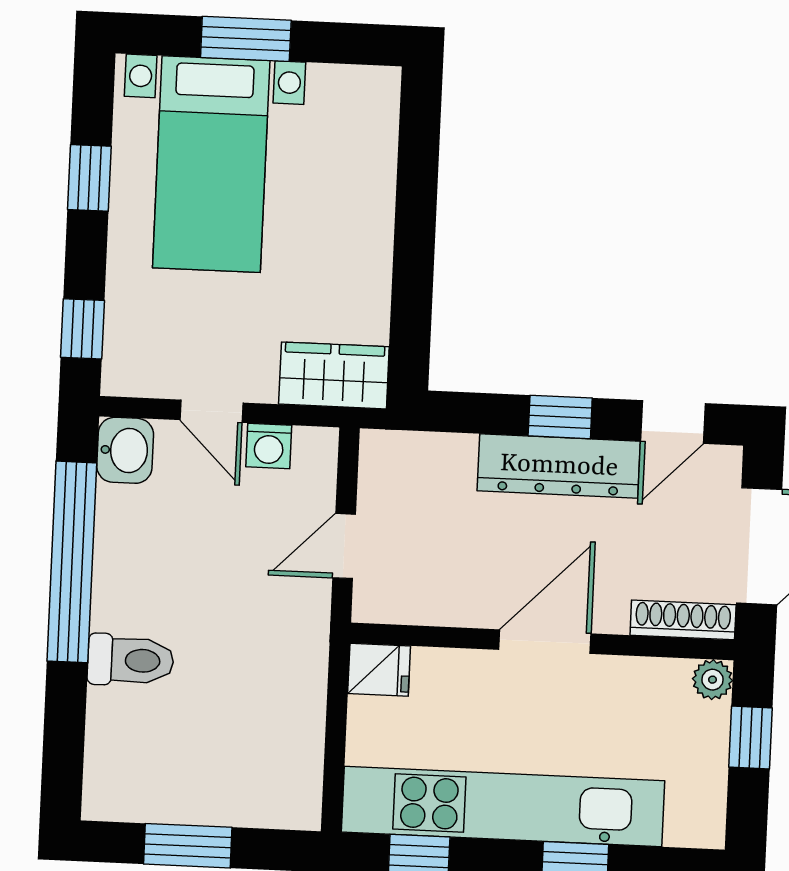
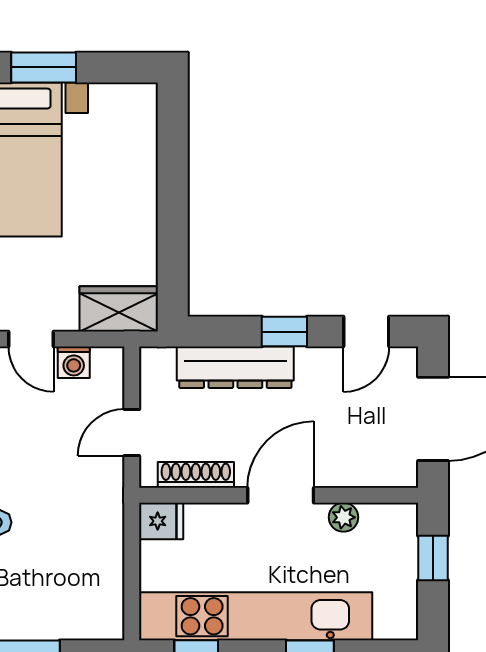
dresser: (559, 466) -> (235, 367), moved
shoe rack: (683, 620) -> (196, 475), moved
plant: (712, 680) -> (344, 517), moved

